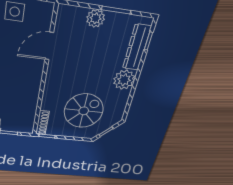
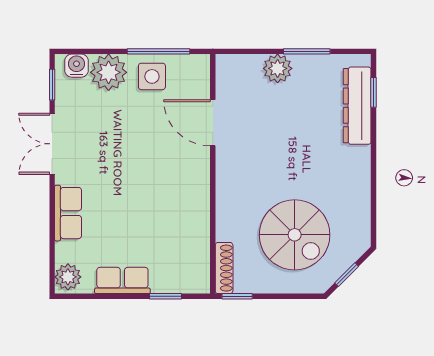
door: (49, 46) -> (213, 123), hinge flipped
plant: (124, 80) -> (352, 165), removed
spiral stairs: (84, 111) -> (295, 235), turned 90

